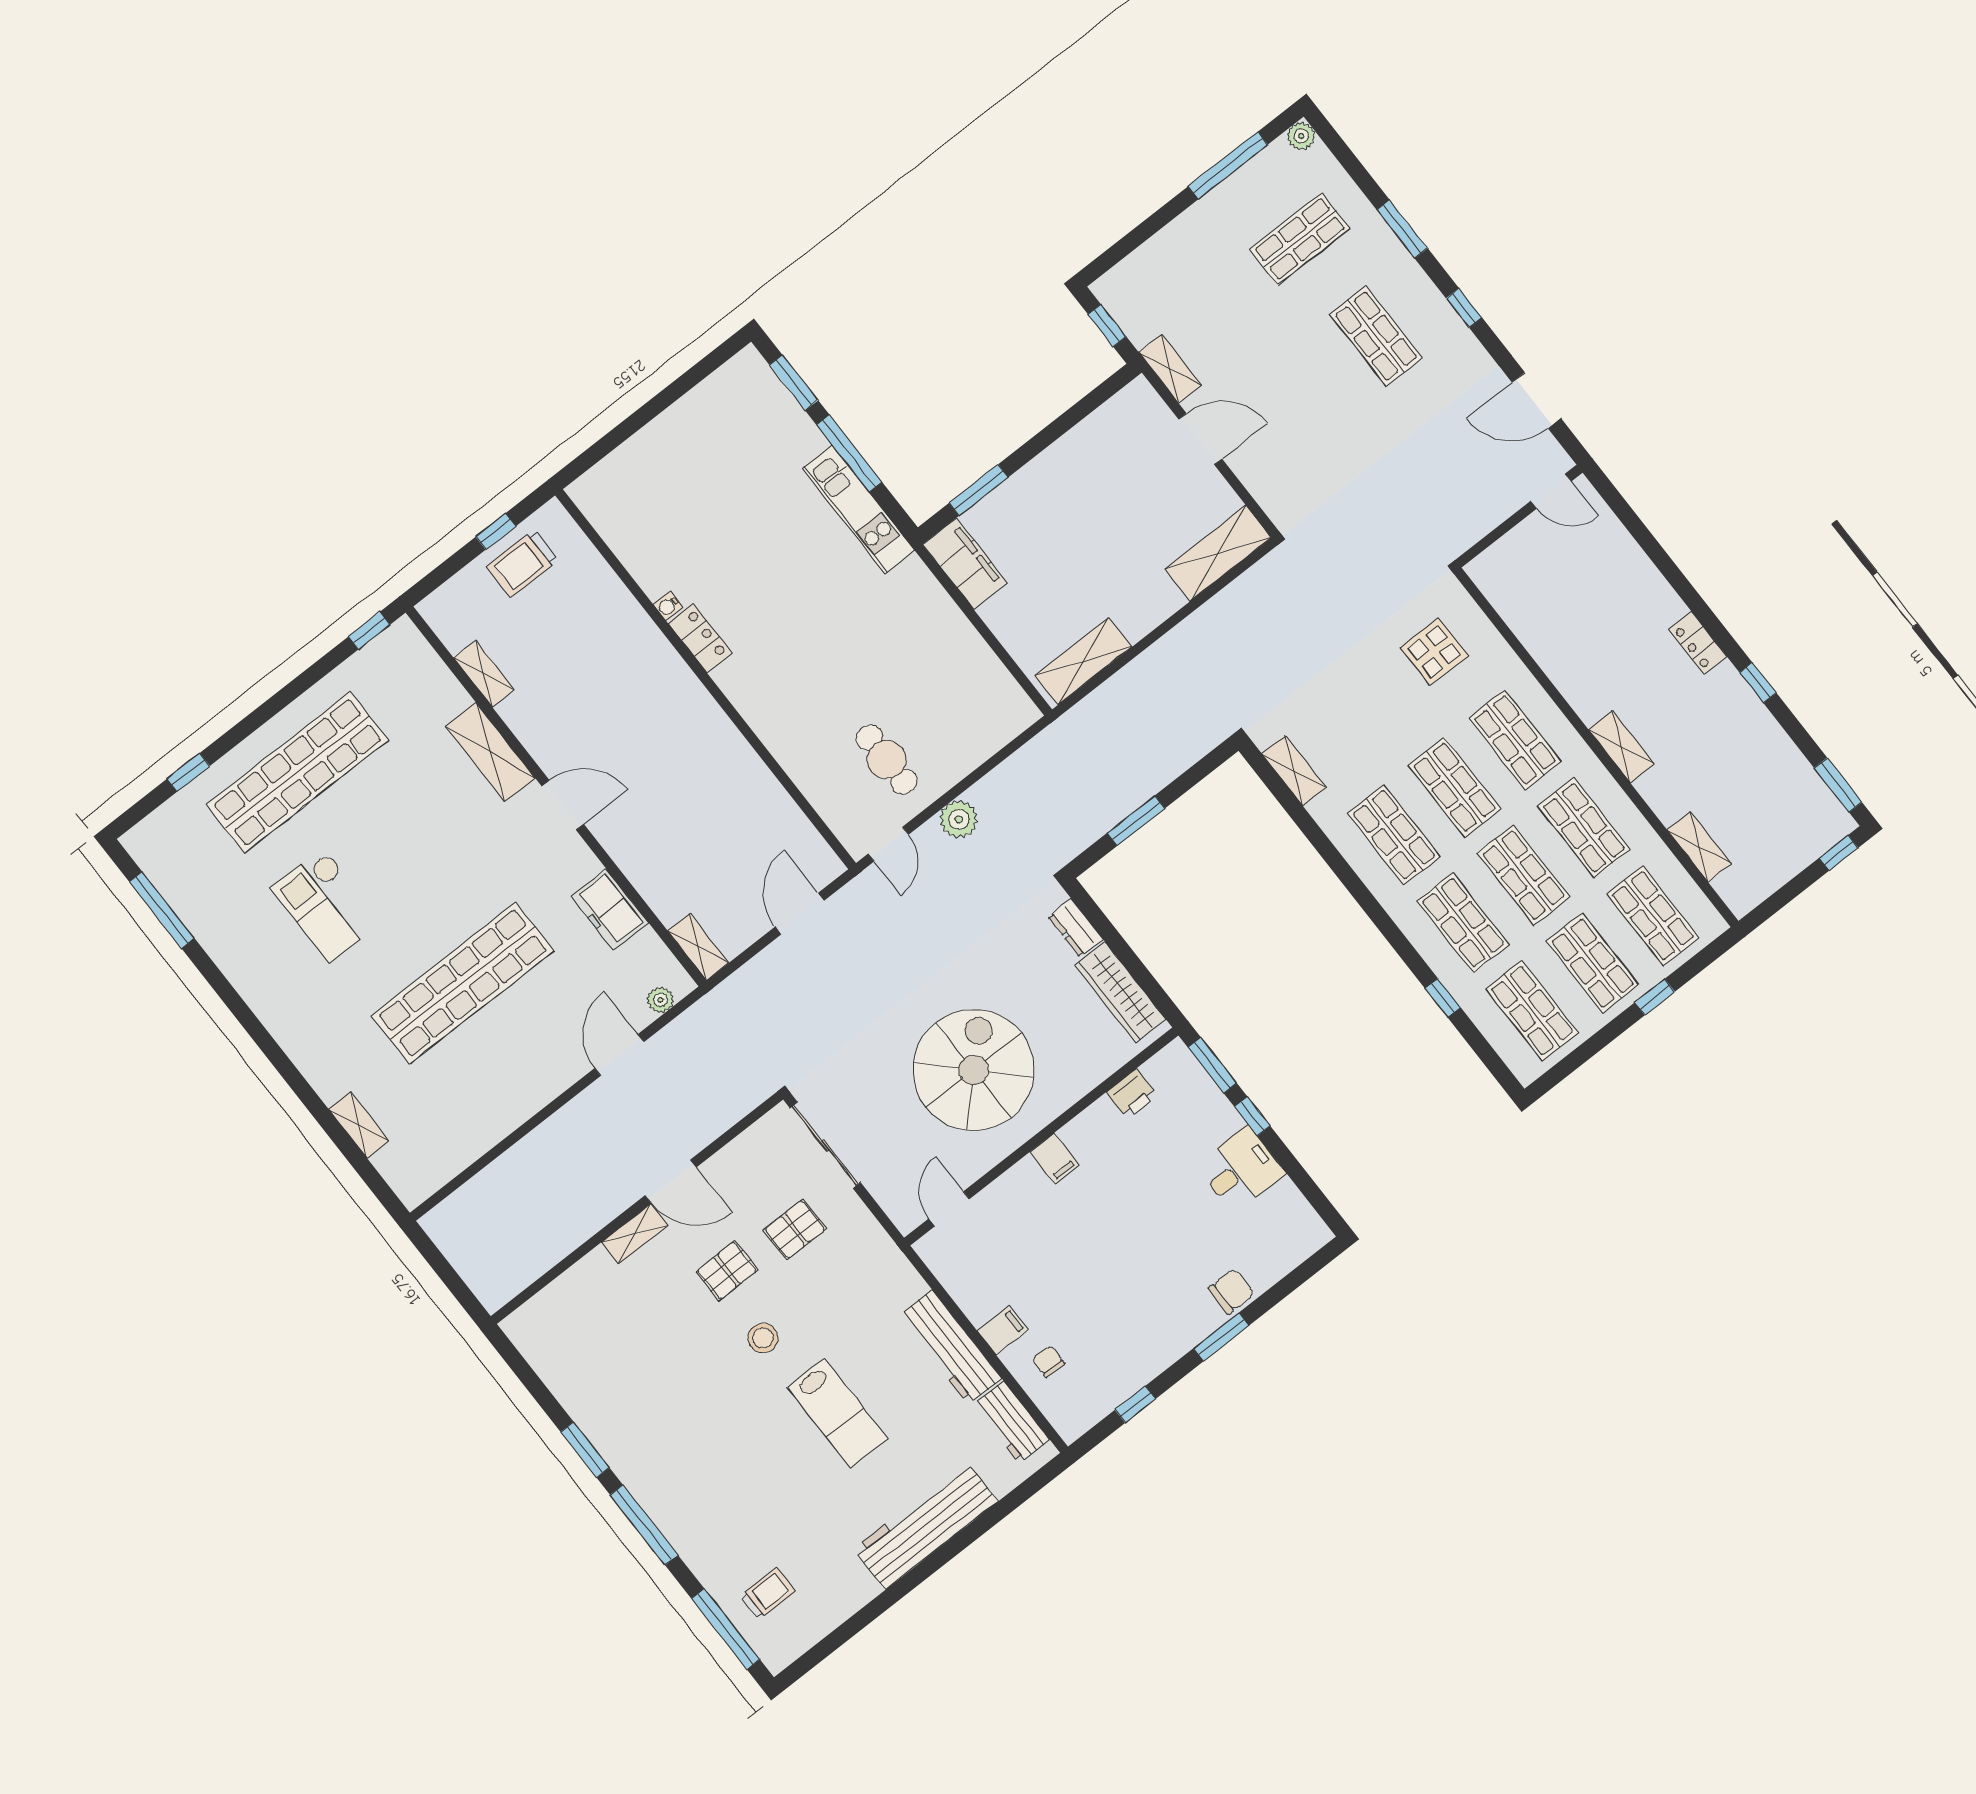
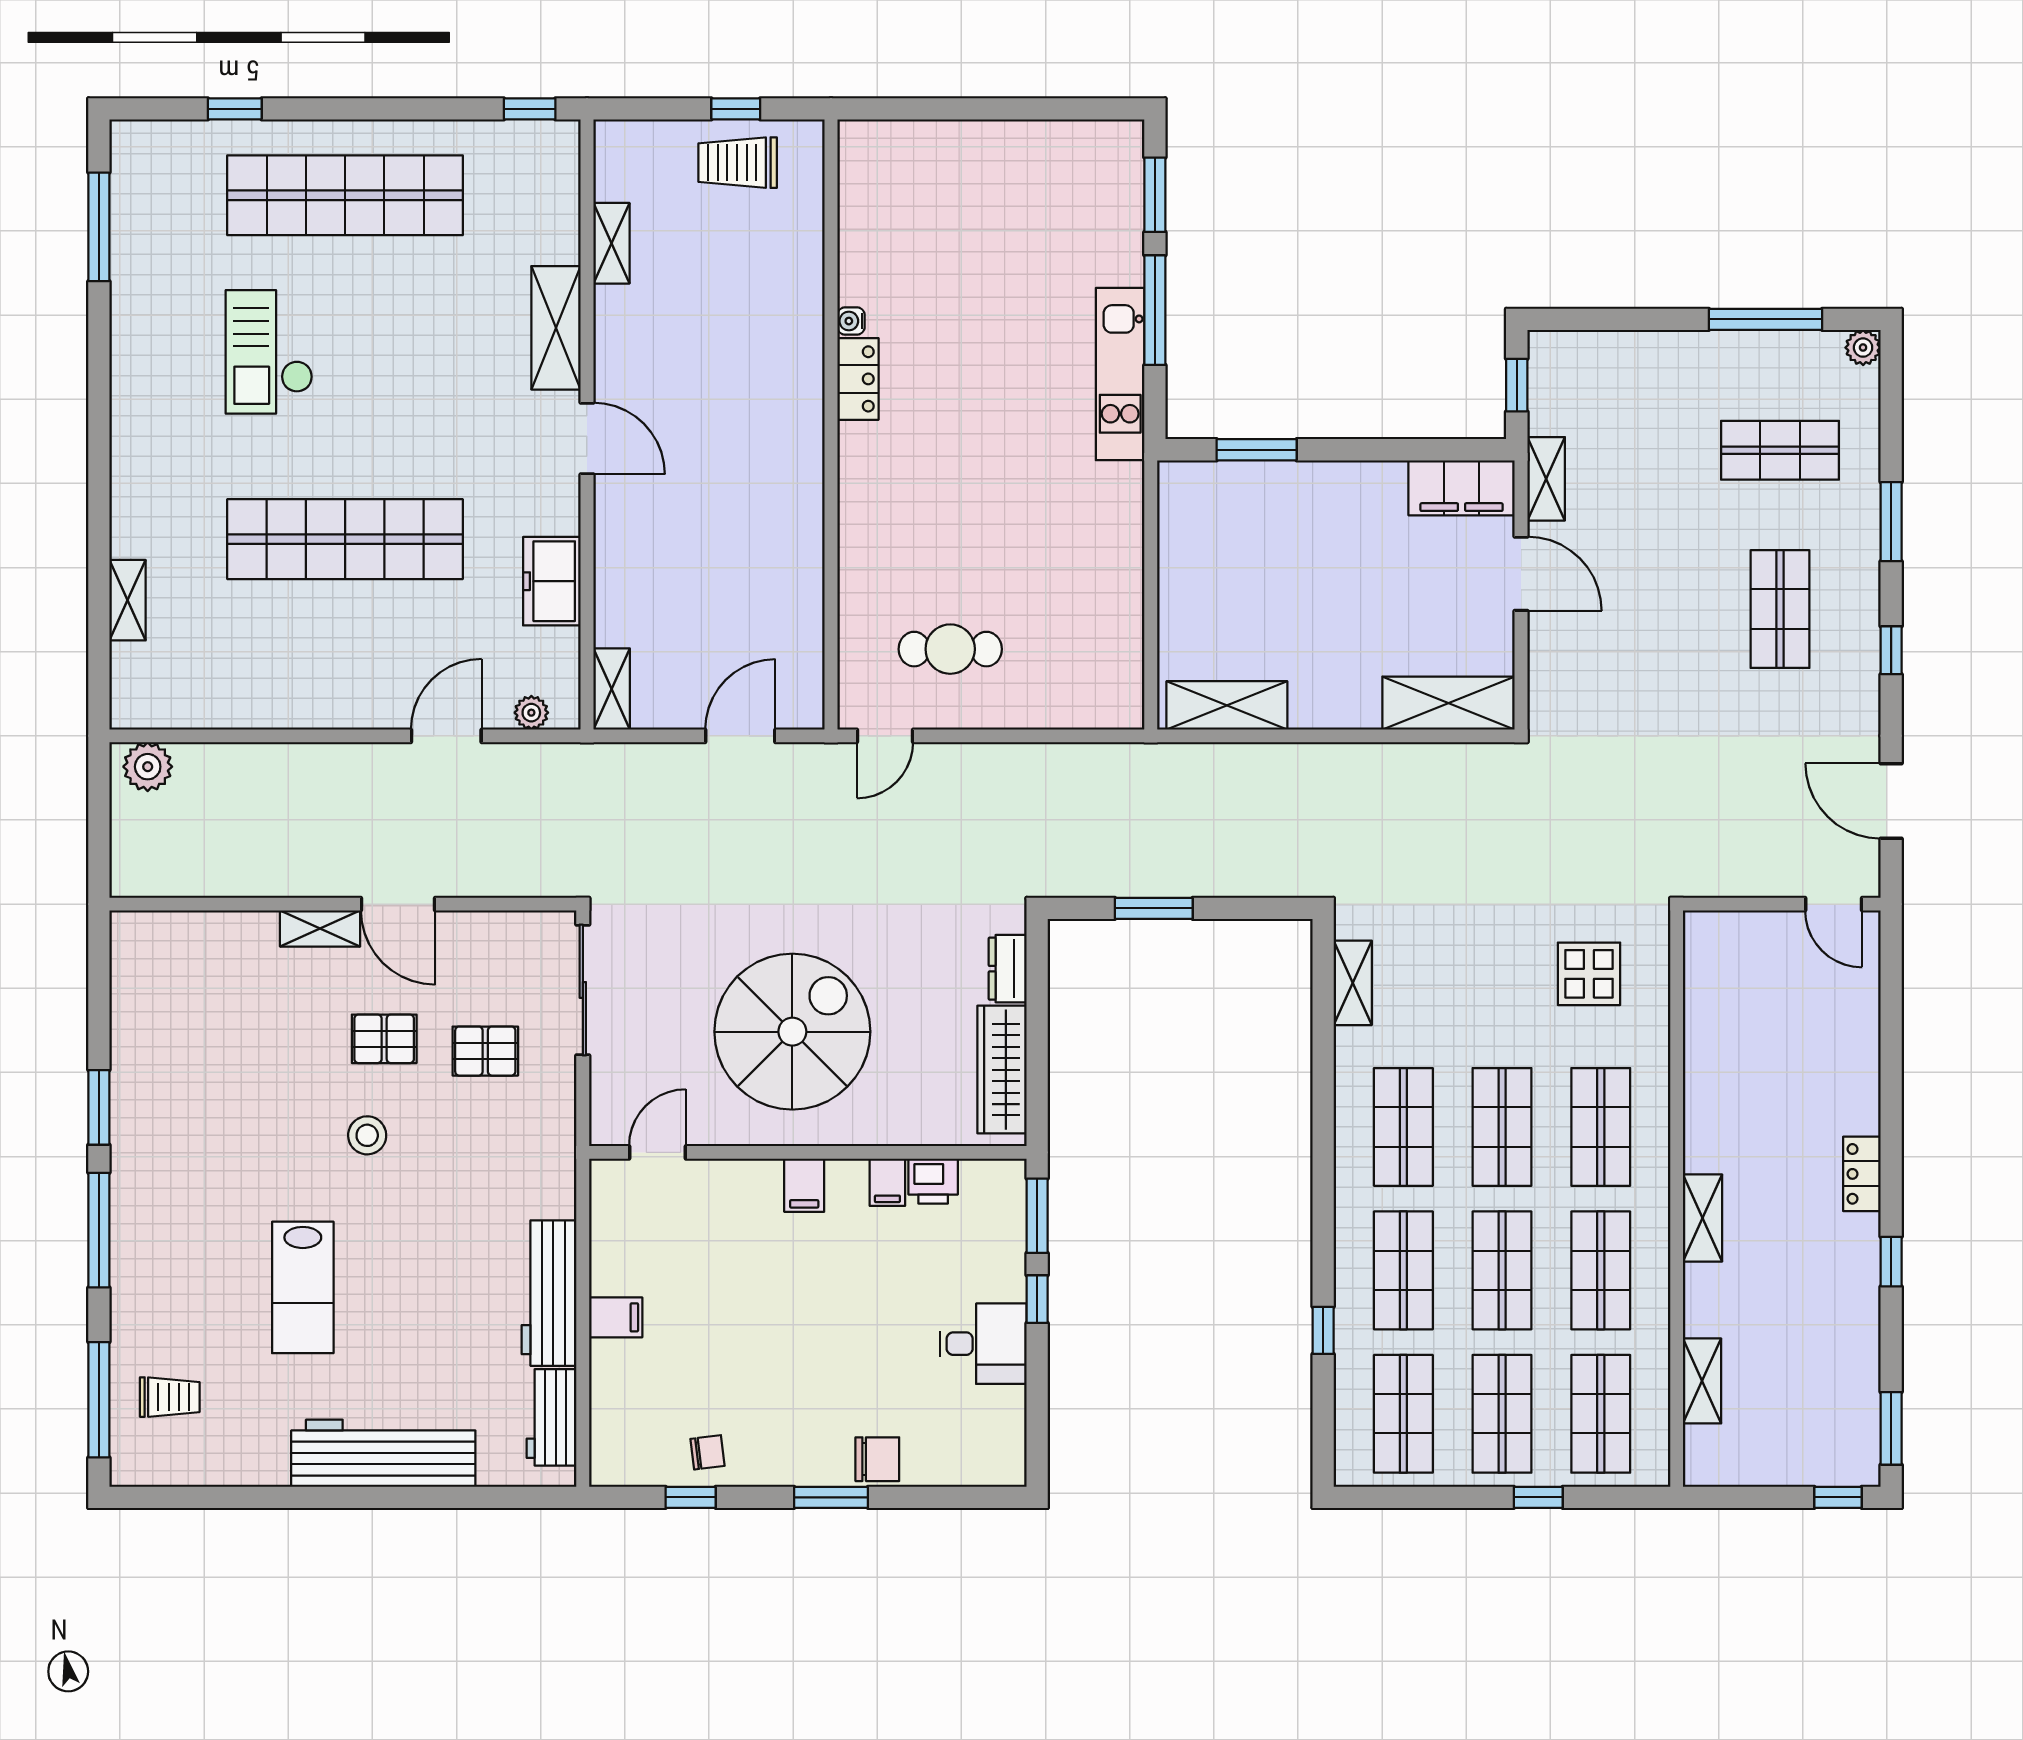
filing cabinet: (965, 564) -> (1462, 488), moved, turned 90
cafe table: (887, 760) -> (950, 649), turned 90
plant: (959, 819) -> (148, 767), moved
filing cabinet: (1104, 1117) -> (887, 1182), added
chair: (1048, 1361) -> (708, 1452), moved, turned 82
lab bench: (837, 1413) -> (303, 1287), moved

